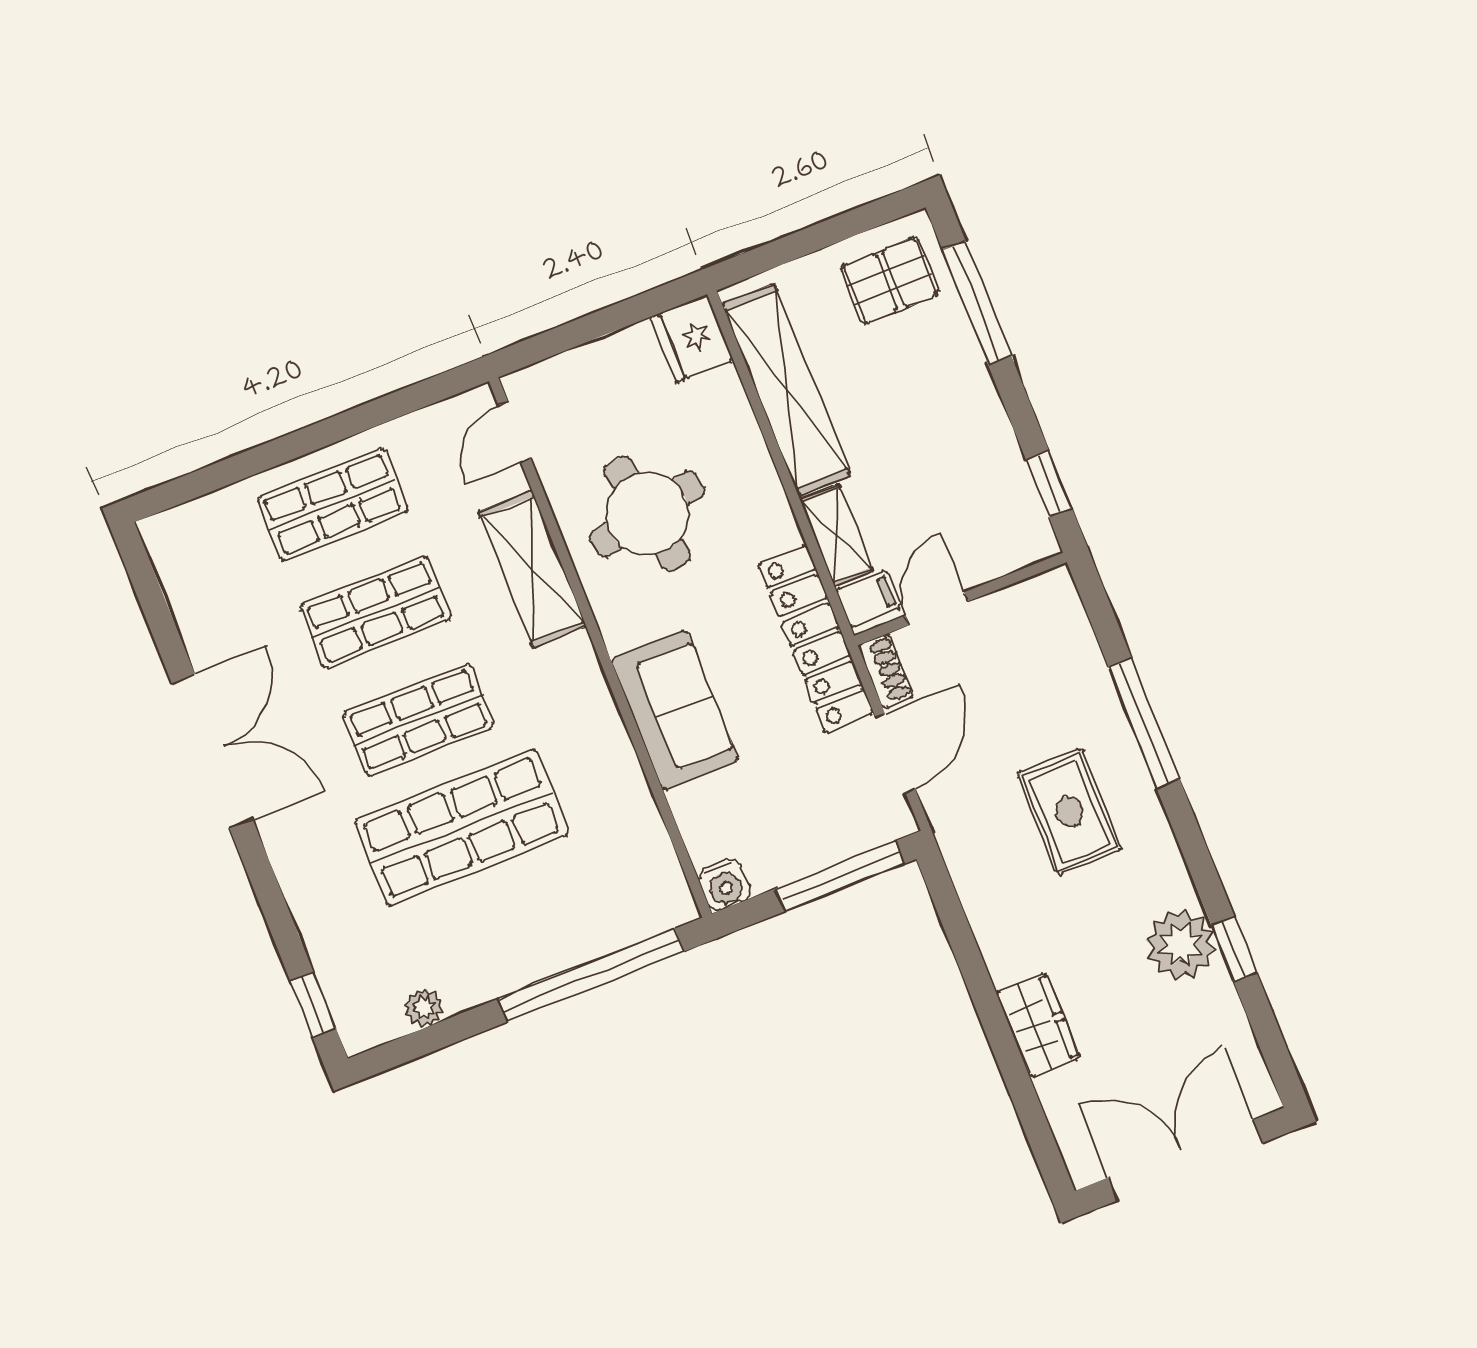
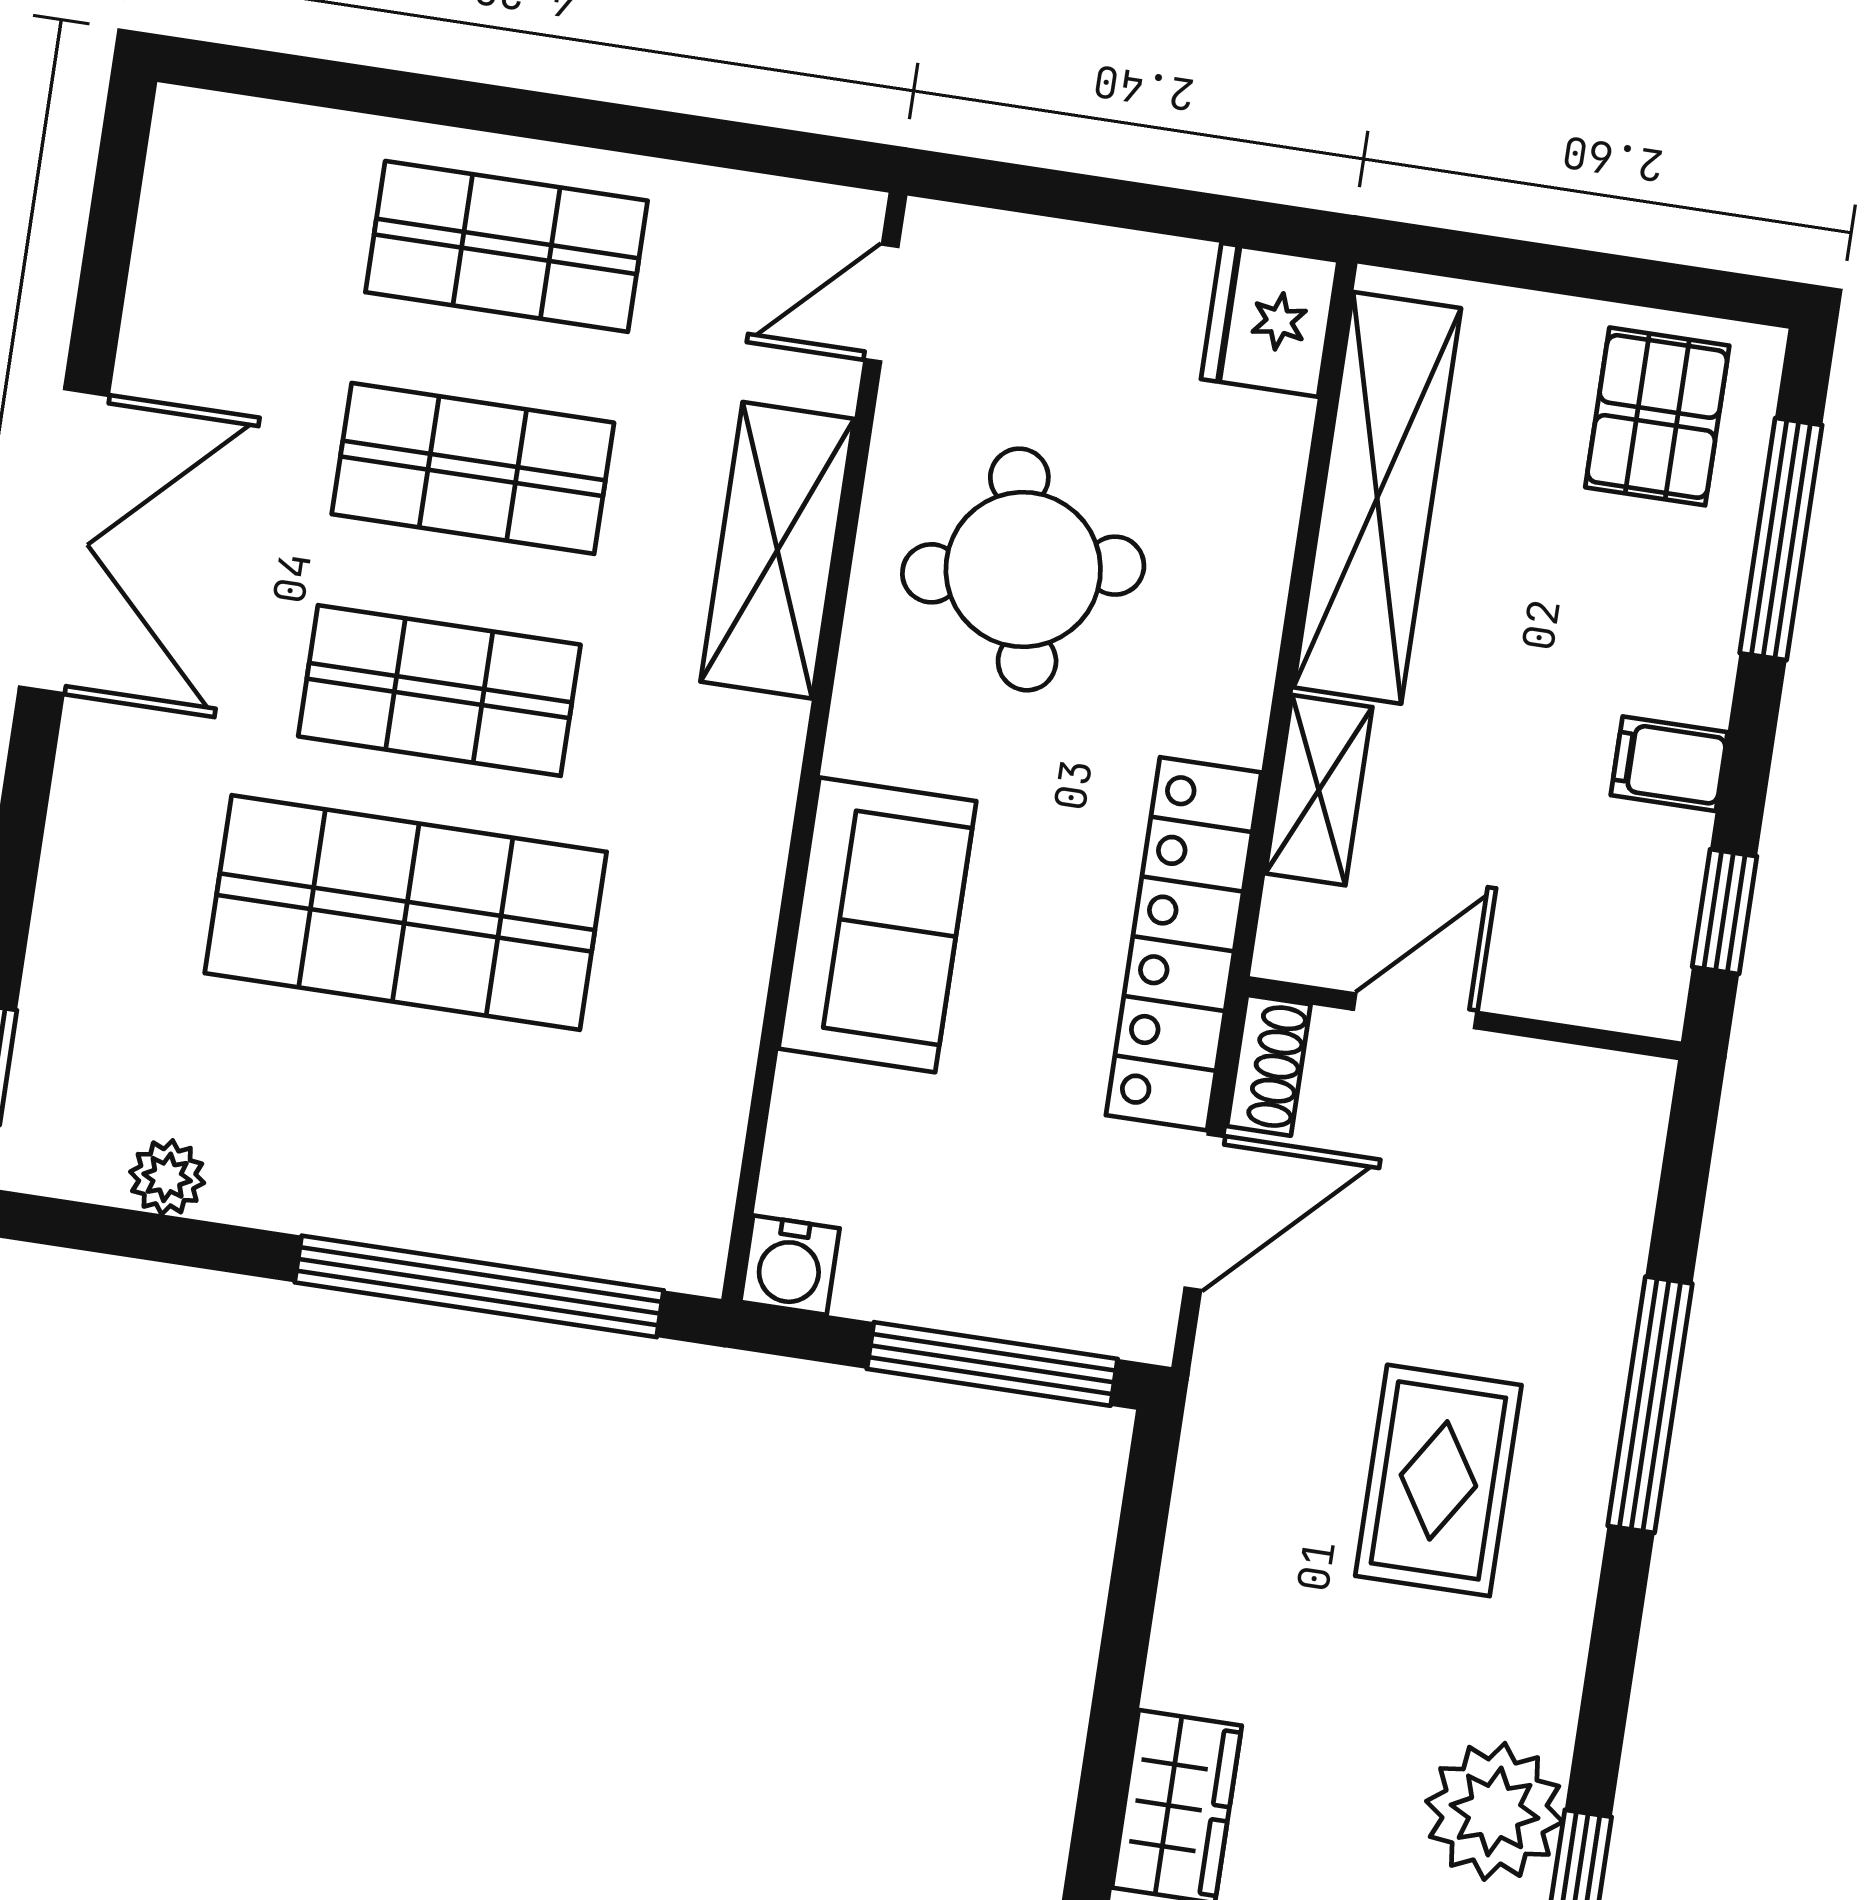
pallet: (890, 280) -> (1657, 416), turned 90
filing cabinet: (869, 599) -> (1669, 764), moved, turned 180

